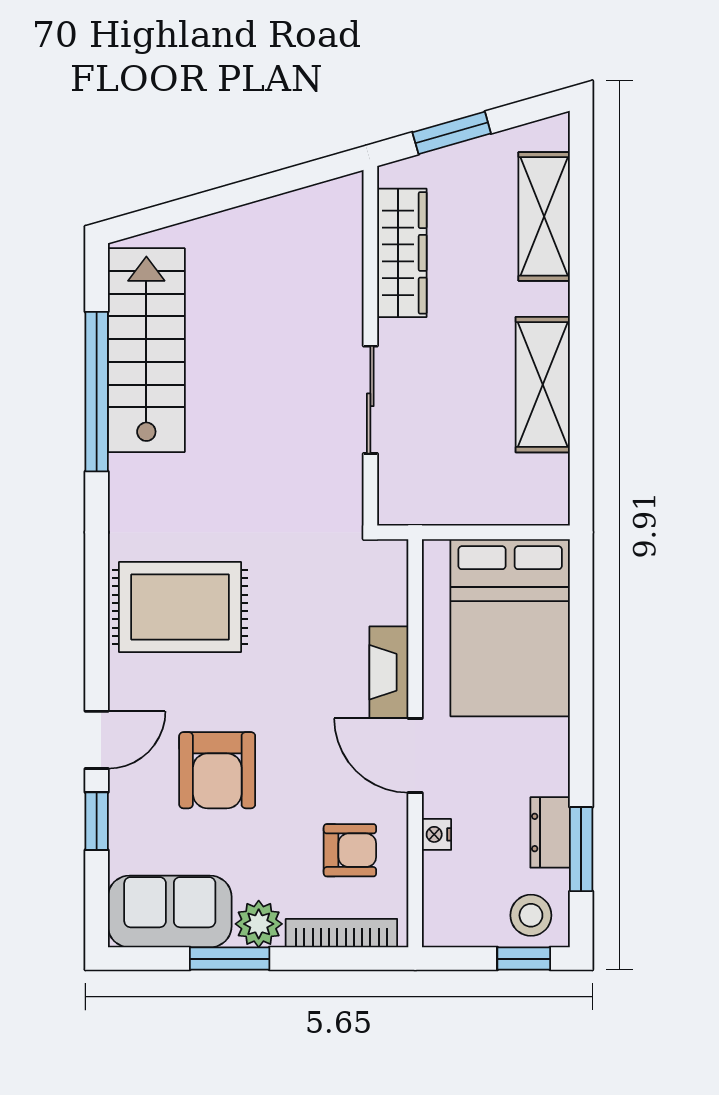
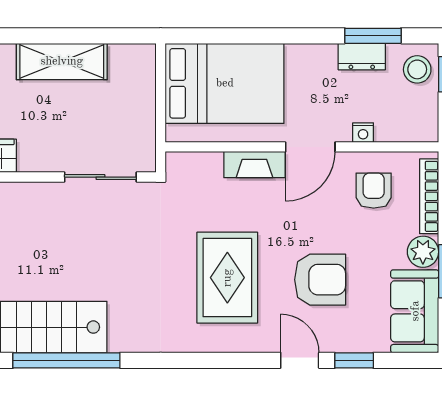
sliding door: (370, 400) -> (100, 177), moved
rug: (180, 607) -> (227, 278), moved

